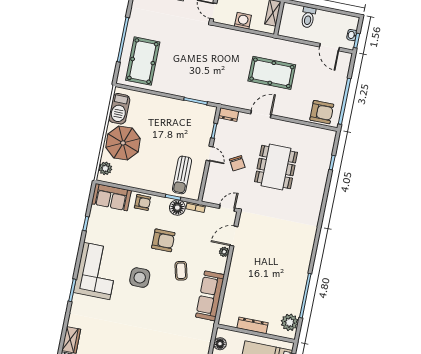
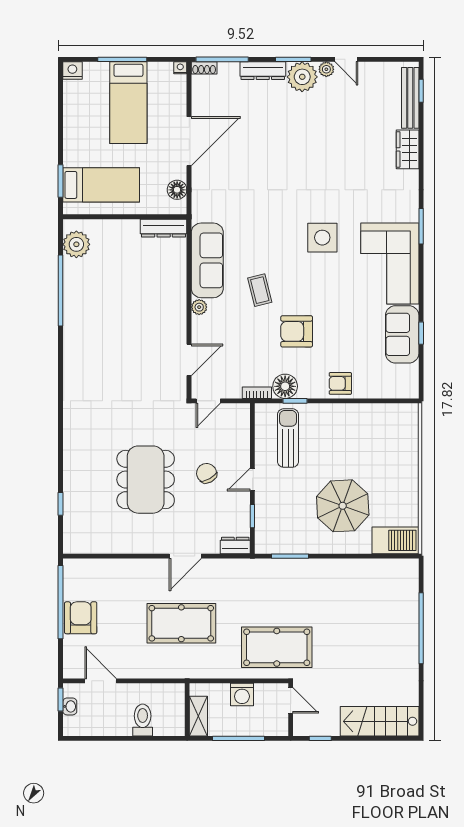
pool table: (143, 61) -> (277, 647), moved, turned 90
barbecue: (119, 109) -> (395, 540), moved, turned 90
armchair: (322, 112) -> (81, 618), moved, turned 90
parasol: (123, 143) -> (343, 506), moved
door: (209, 154) -> (252, 479), hinge flipped
plant: (105, 168) -> (408, 424), removed
sofa: (111, 197) -> (402, 334), moved, turned -90
plant: (224, 252) -> (199, 307), moved
side table: (140, 278) -> (322, 238), moved
dresser: (252, 325) -> (164, 228), moved

